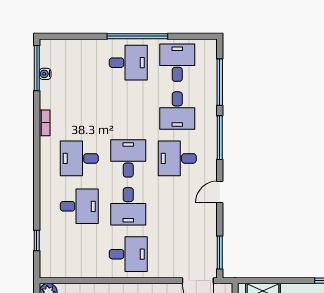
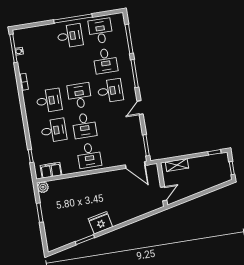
desk: (79, 158) -> (49, 101), turned 180
desk: (177, 158) -> (110, 91), turned 180
desk: (128, 254) -> (89, 155), turned 90
filing cabinet: (65, 268) -> (51, 170), added

